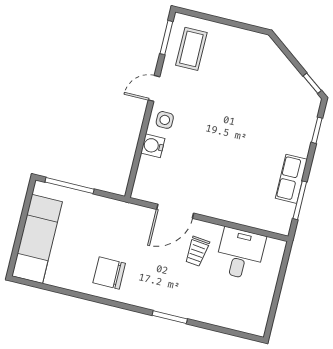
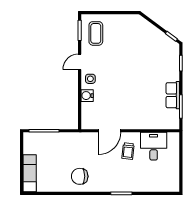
exam couch: (37, 239) -> (30, 173), width x0.73, depth x0.69

